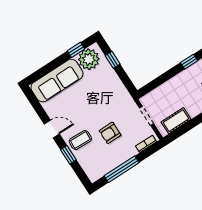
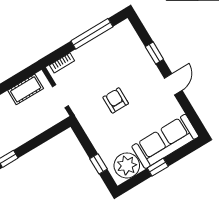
window: (76, 50) -> (158, 167), moved
door: (52, 129) -> (173, 84), swing flipped
armchair: (110, 133) -> (116, 100), moved, turned -90
coffee table: (80, 140) -> (140, 70), removed

